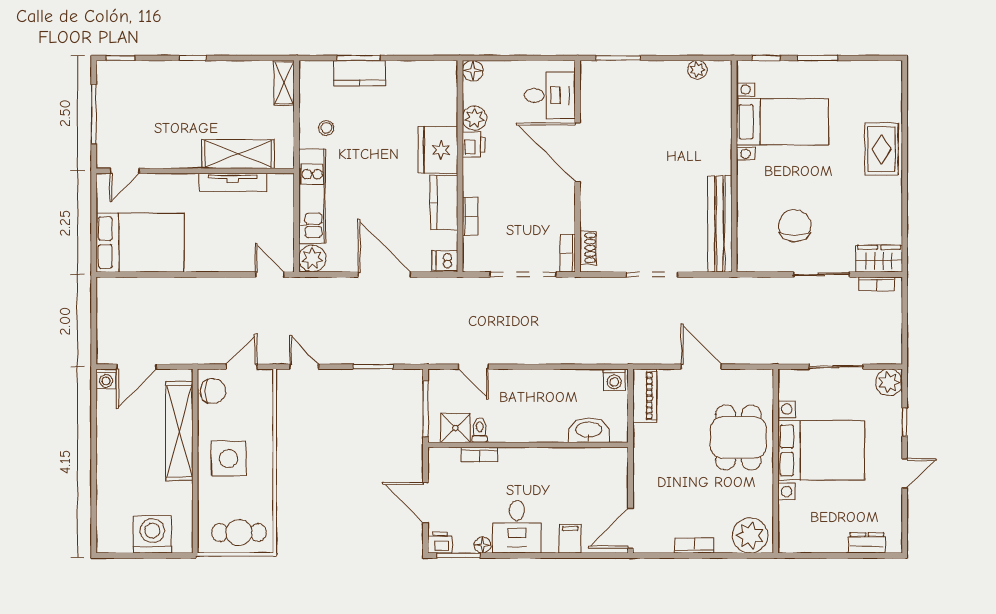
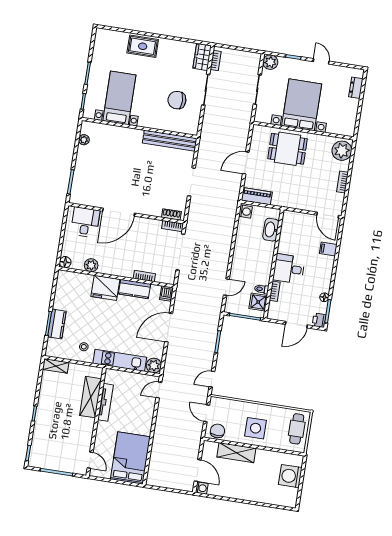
printer: (474, 145) -> (105, 268), removed
shelving: (179, 431) -> (236, 453), width x0.68
desk: (517, 527) -> (289, 269), moved, turned 180

